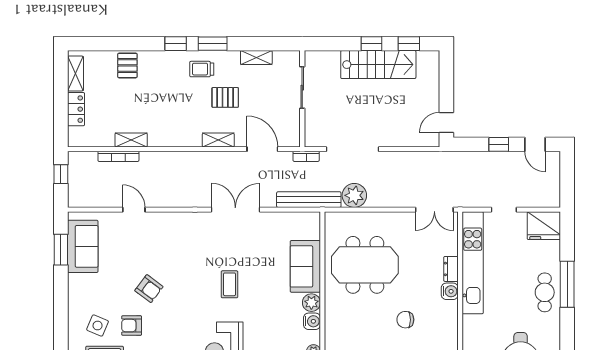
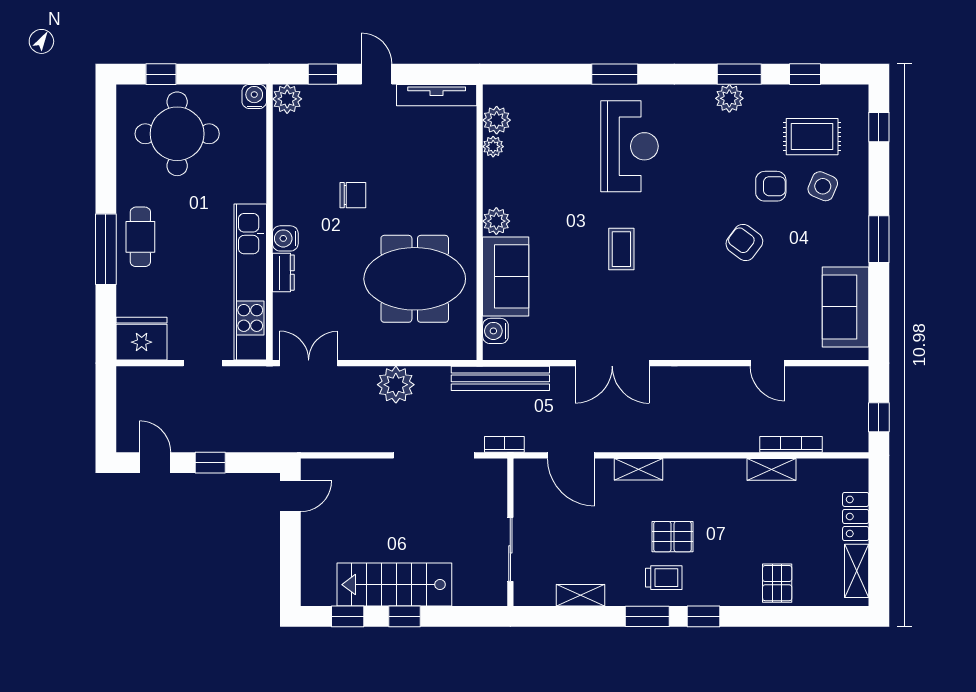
pallet: (225, 97) -> (673, 537), moved
plant: (354, 195) -> (396, 385), moved
window: (61, 250) -> (879, 239), moved
water cooler: (312, 321) -> (495, 331), moved

